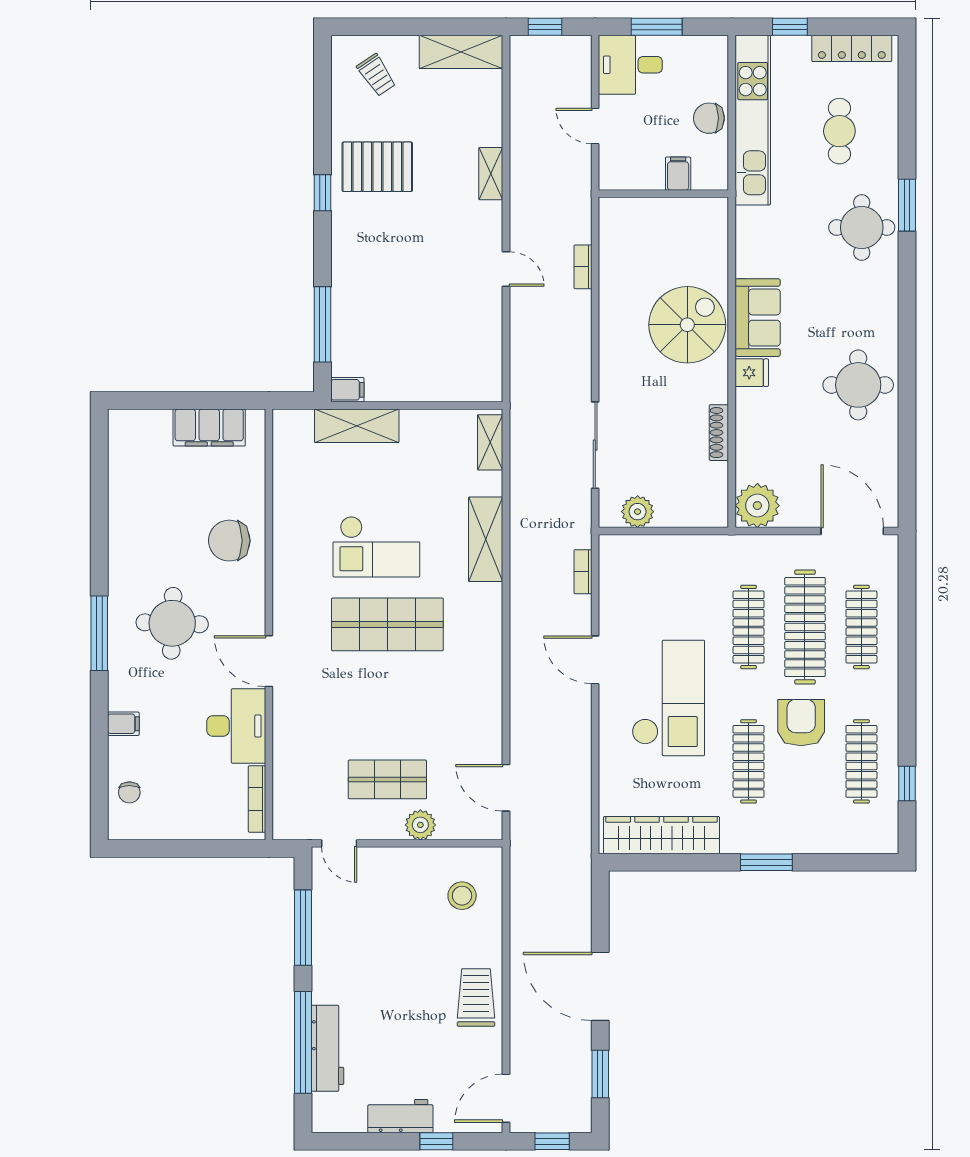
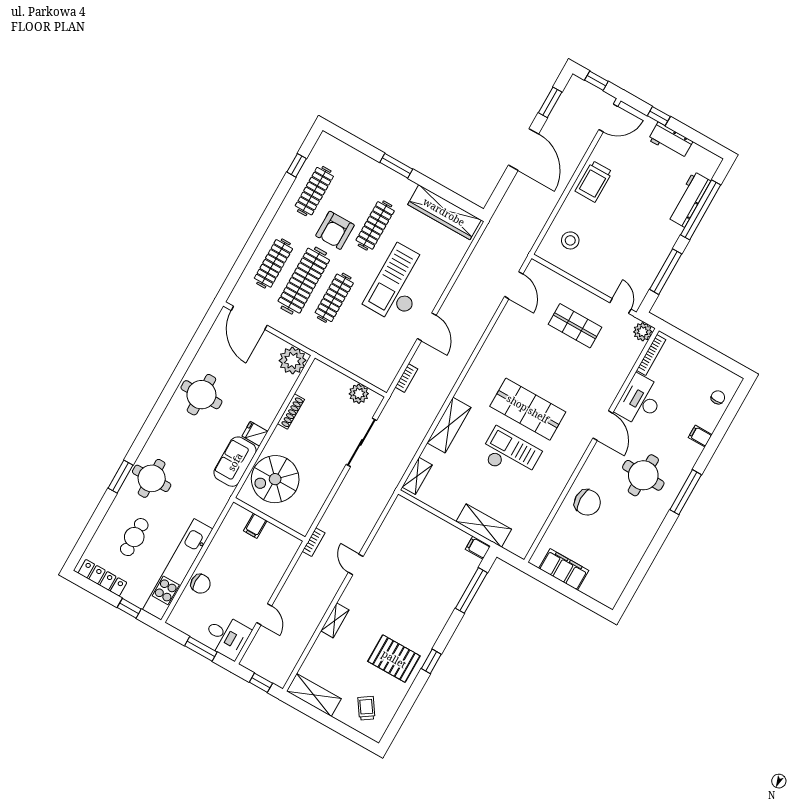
filing cabinet: (678, 174) -> (255, 526), moved
wall: (663, 194) -> (269, 519), moved
plant: (420, 825) -> (643, 332), moved

